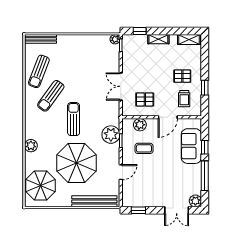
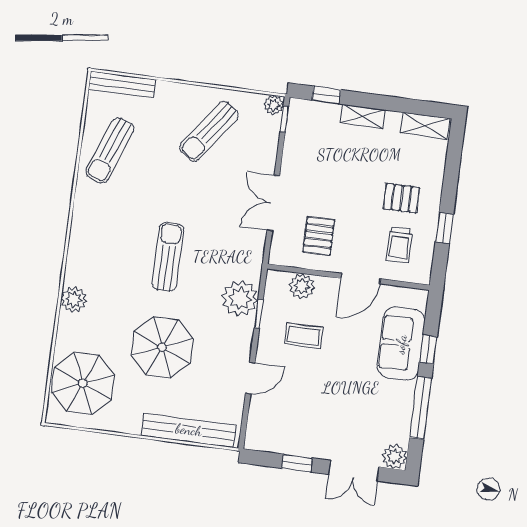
sun lounger: (51, 96) -> (209, 131), moved
pallet: (145, 99) -> (319, 236), turned 90
parasol: (76, 163) -> (162, 347), width x0.73, depth x0.73
window: (138, 210) -> (297, 463), moved

